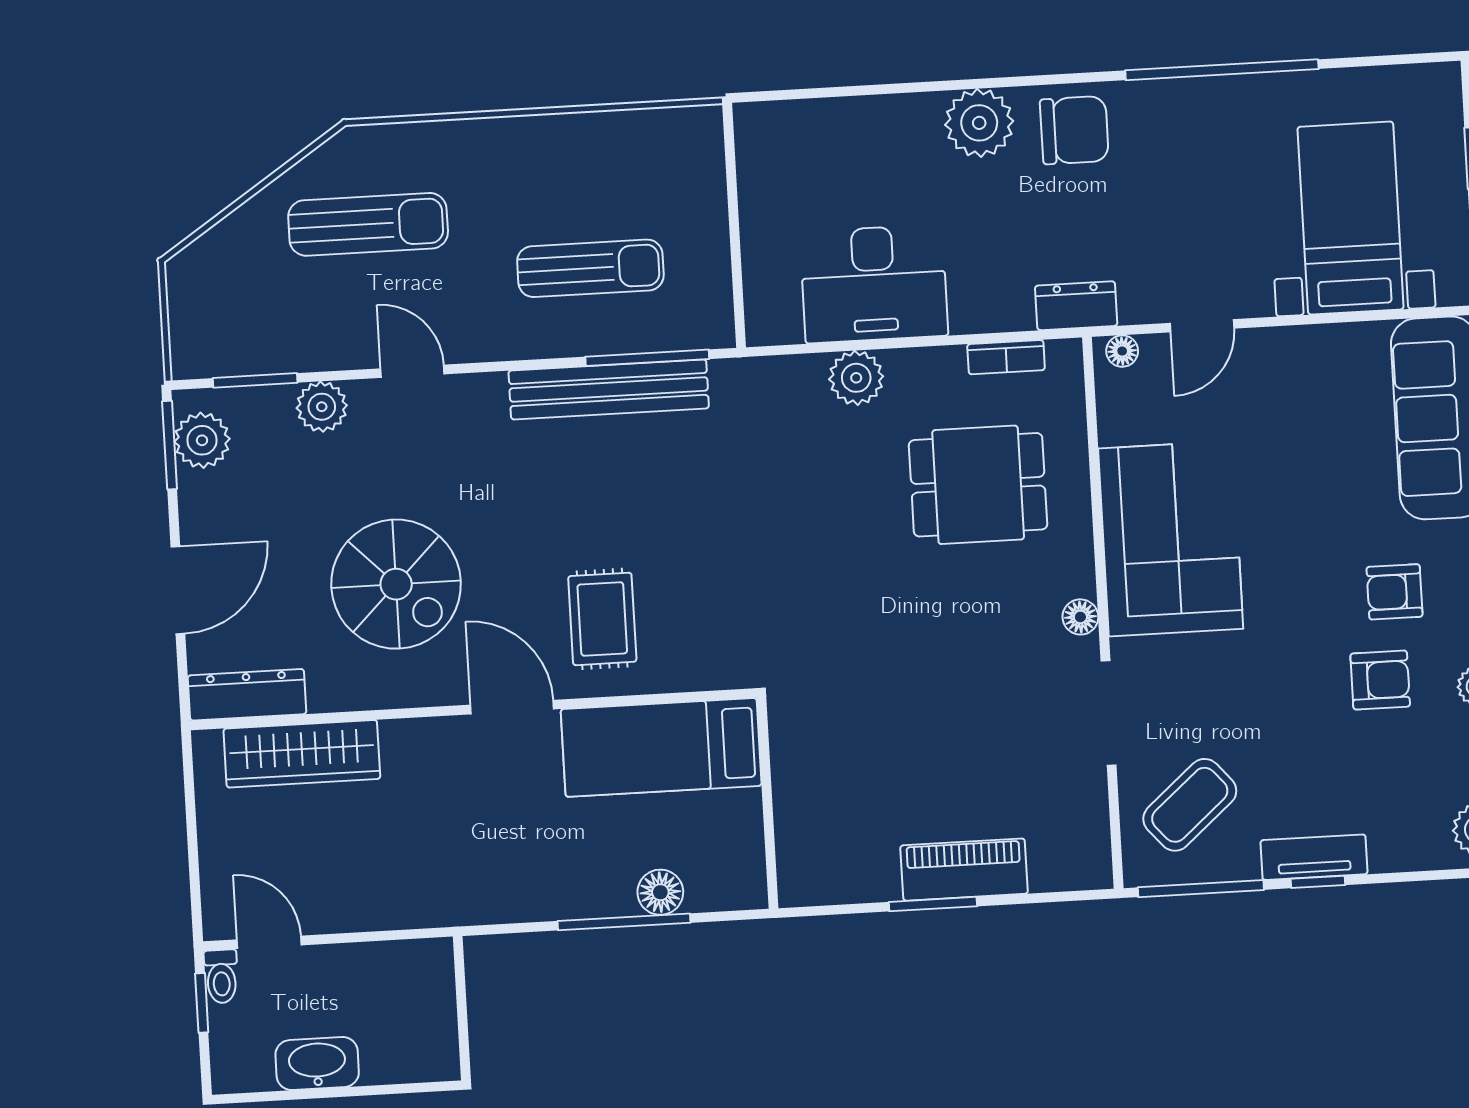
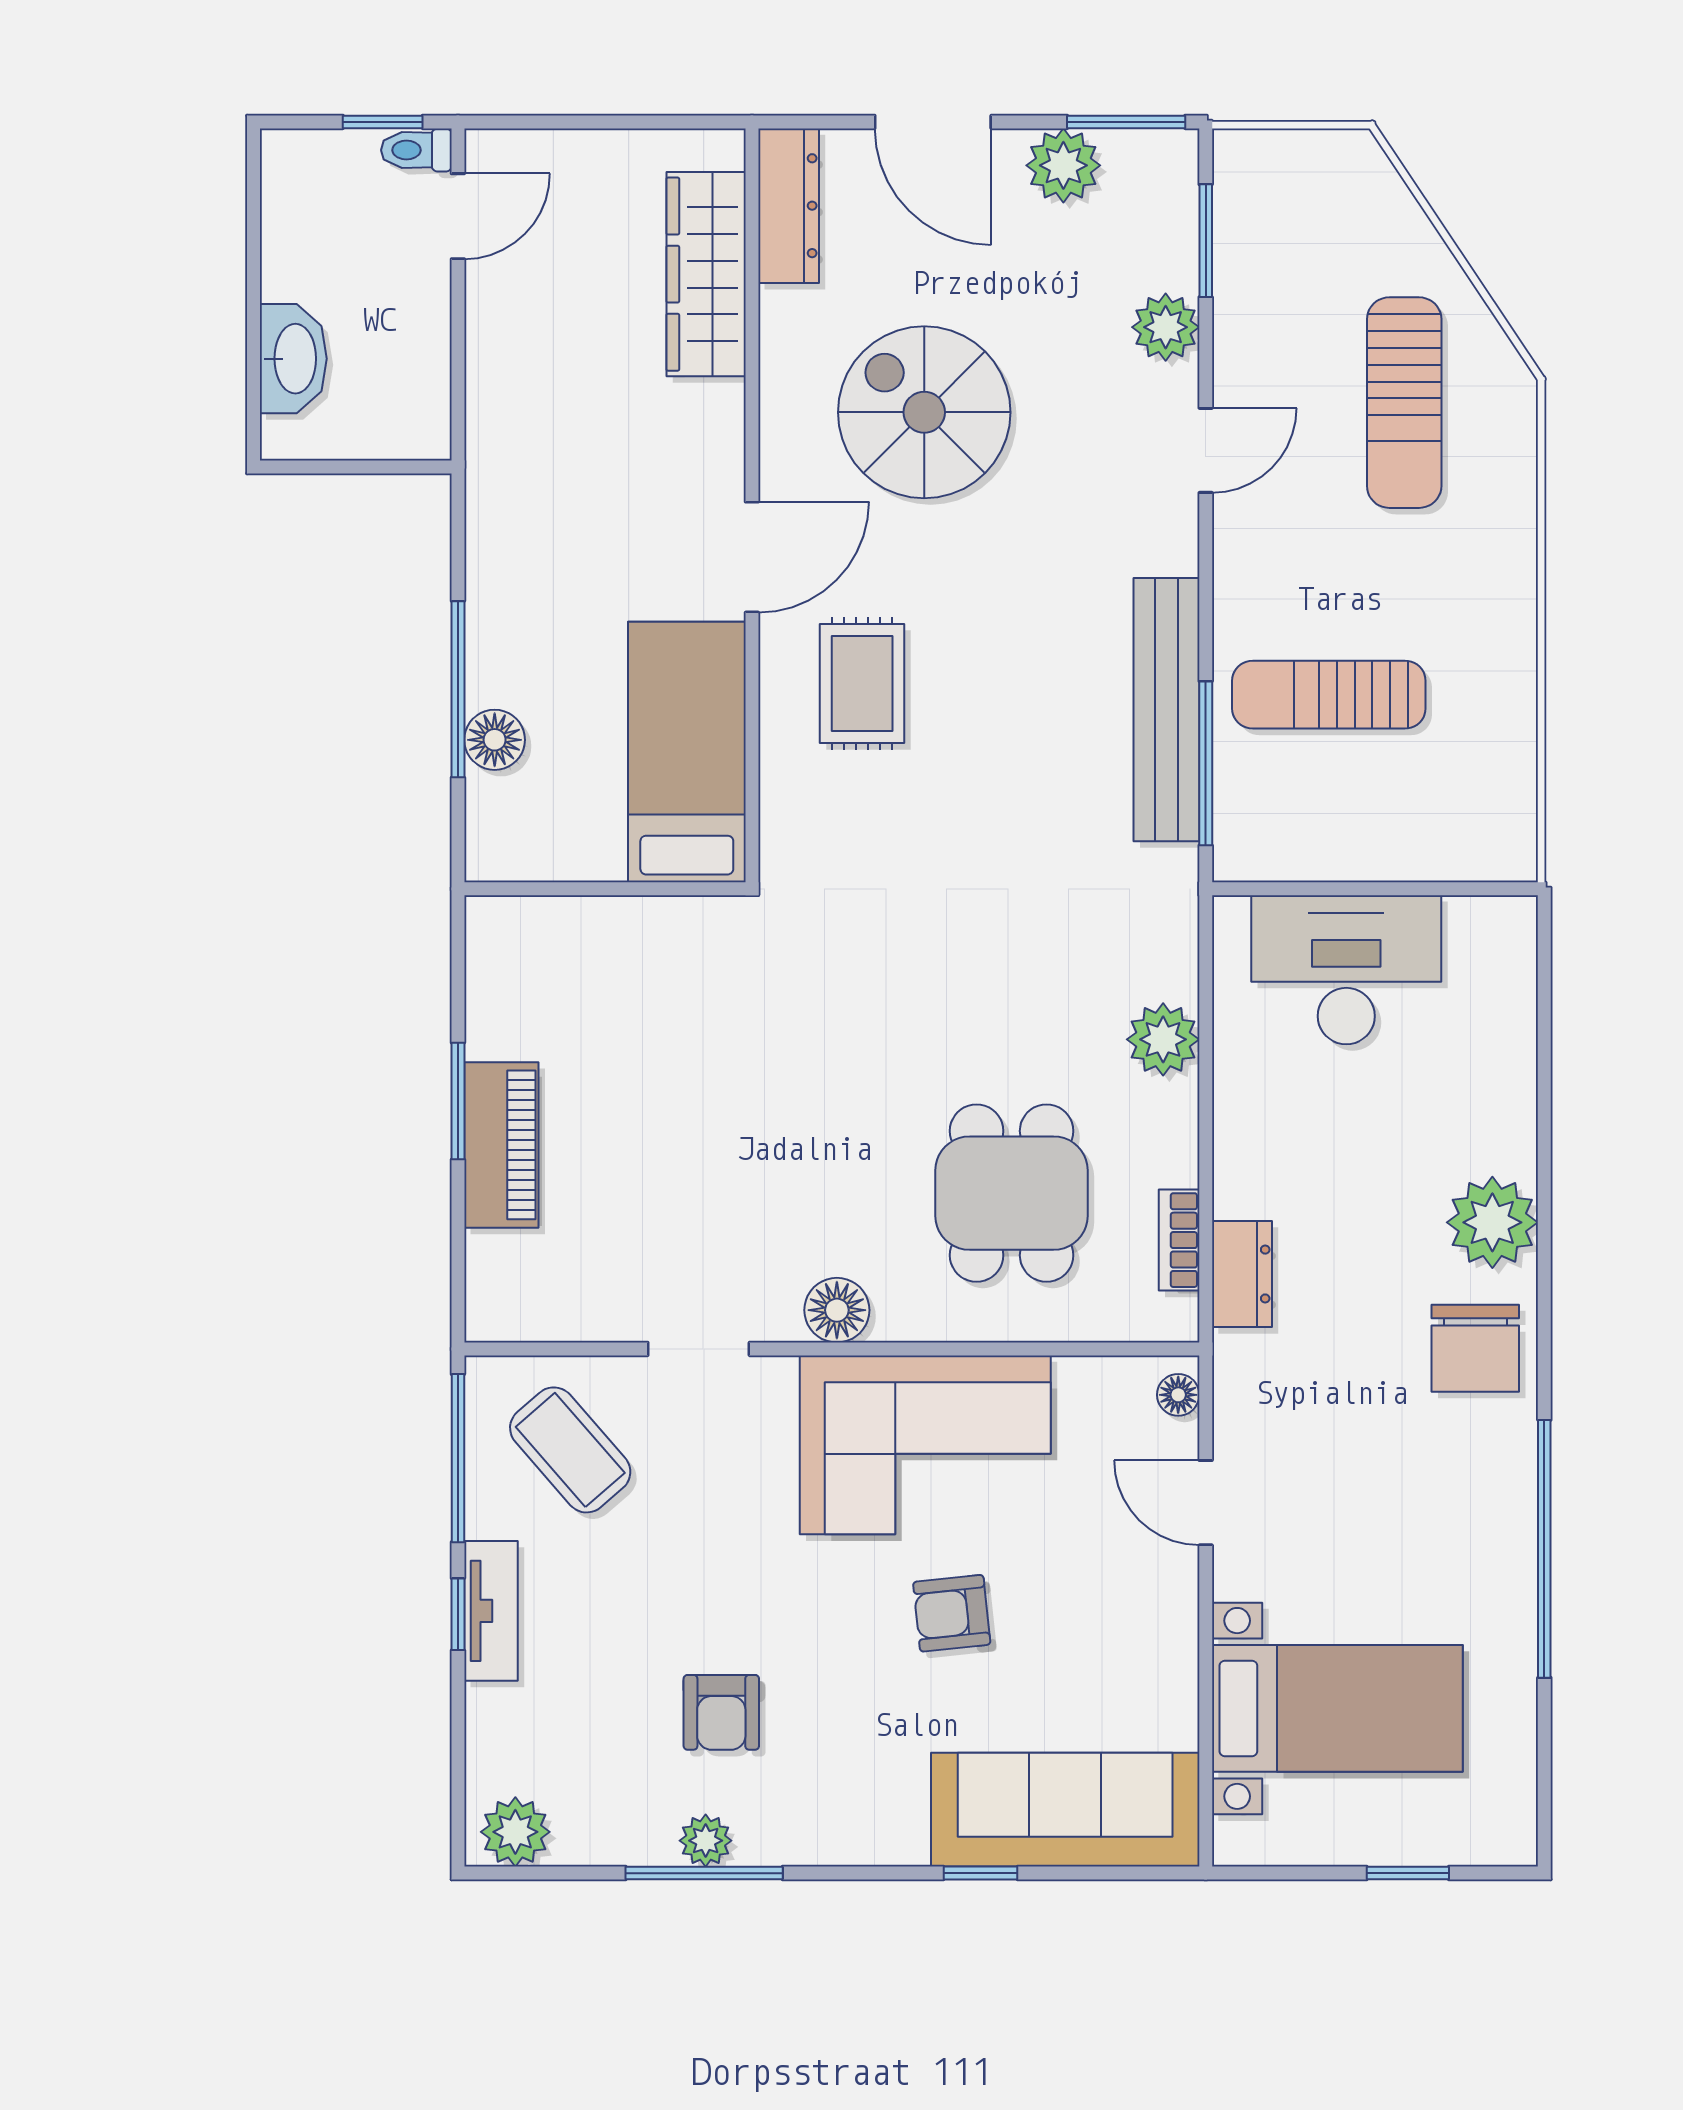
sun lounger: (590, 268) -> (1329, 695), turned 90
desk: (874, 284) -> (1346, 970), moved, turned 90
dresser: (1076, 306) -> (1242, 1274), moved
plant: (202, 440) -> (1063, 165), moved
spiral stairs: (396, 584) -> (924, 412), turned 90
armchair: (1395, 592) -> (952, 1613), moved, turned -96
floor lamp: (1080, 617) -> (837, 1310), width x1.37, depth x1.37
rug: (602, 619) -> (862, 684), turned 90
doorway: (1109, 713) -> (699, 1349), width x0.73
washbasin: (317, 1064) -> (293, 359), moved

